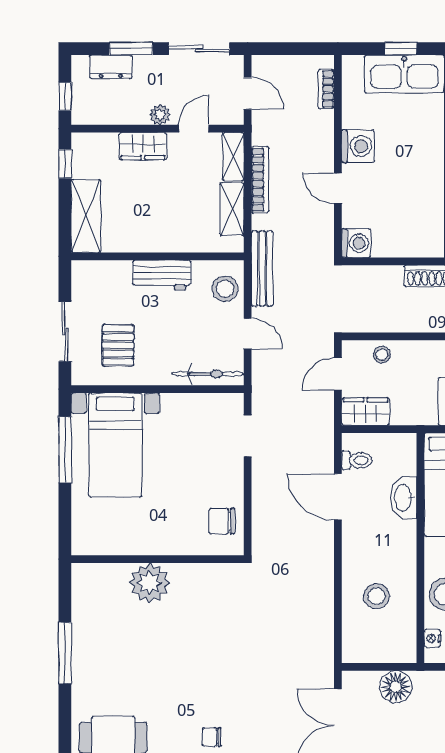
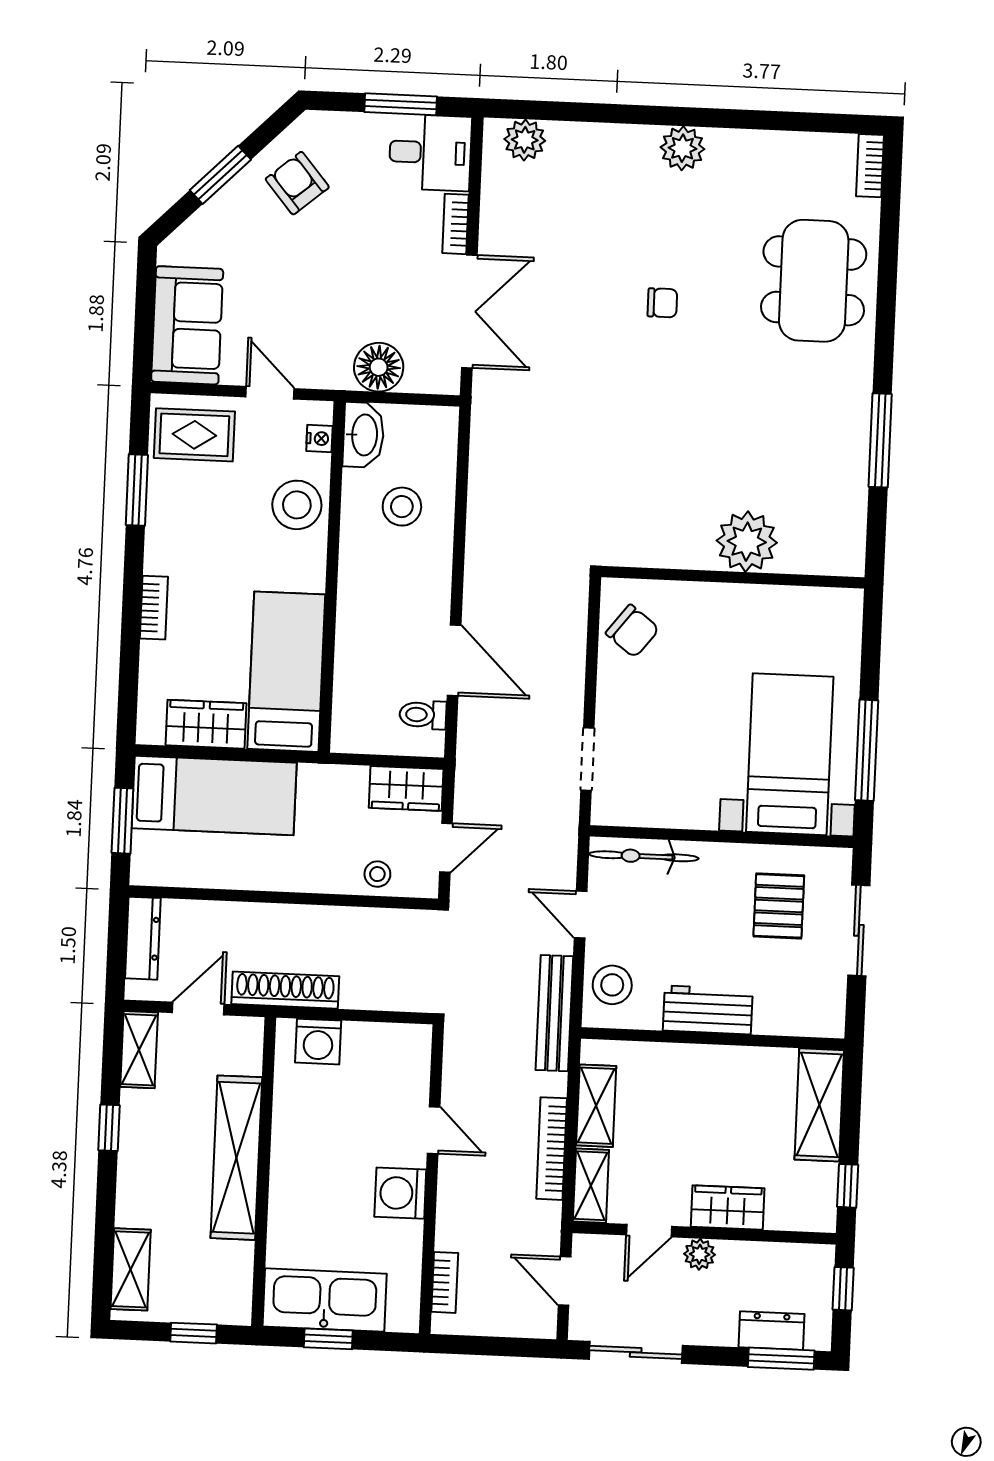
window: (131, 49) -> (781, 1359), moved
washing machine: (356, 243) -> (318, 1042), moved, turned -90
washbasin: (404, 498) -> (363, 435), moved
chair: (222, 521) -> (632, 631), turned 38

